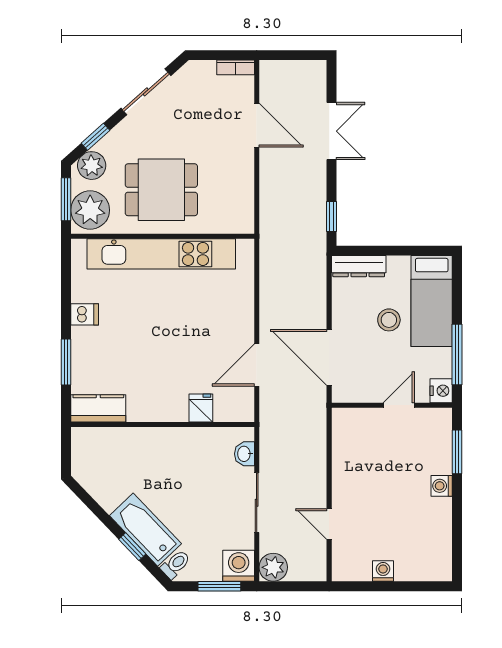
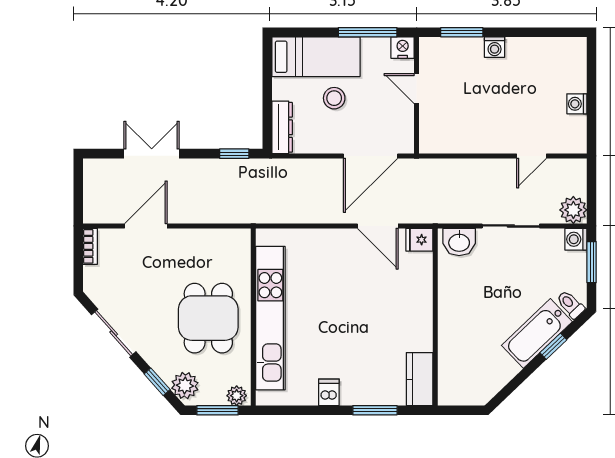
plant: (90, 210) -> (237, 396), width x0.53, depth x0.53
fridge: (201, 408) -> (419, 240), moved
washbasin: (244, 454) -> (459, 242), width x1.38, depth x1.45
washing machine: (239, 566) -> (576, 239), width x0.73, depth x0.73

